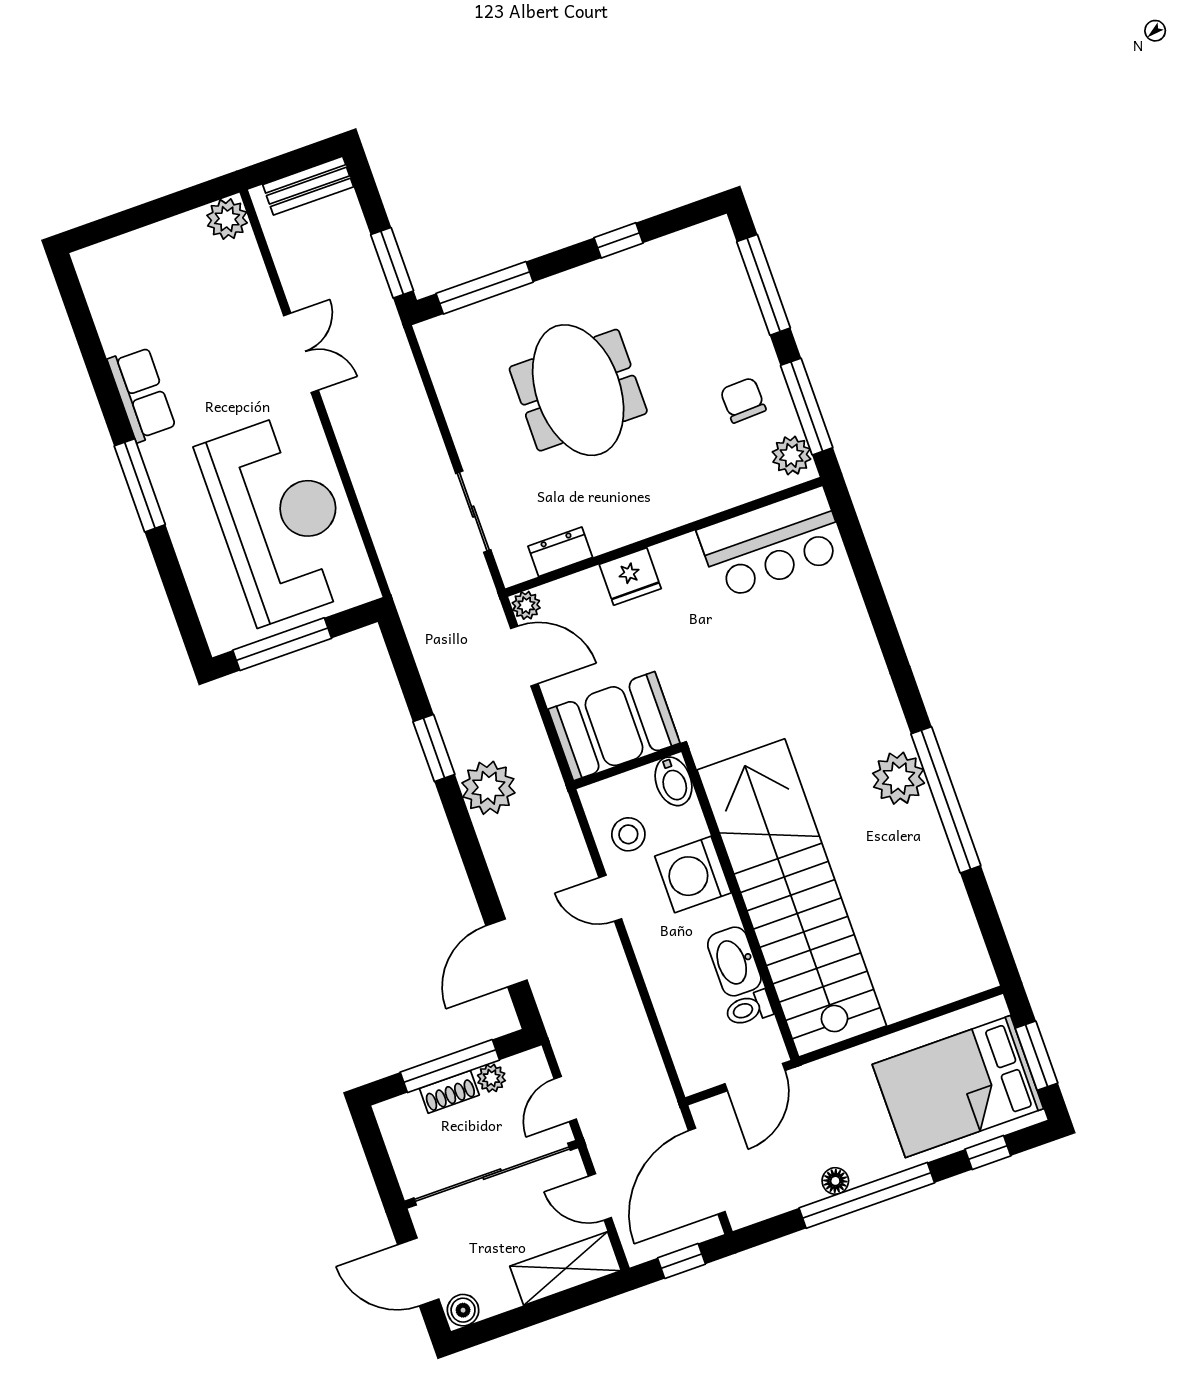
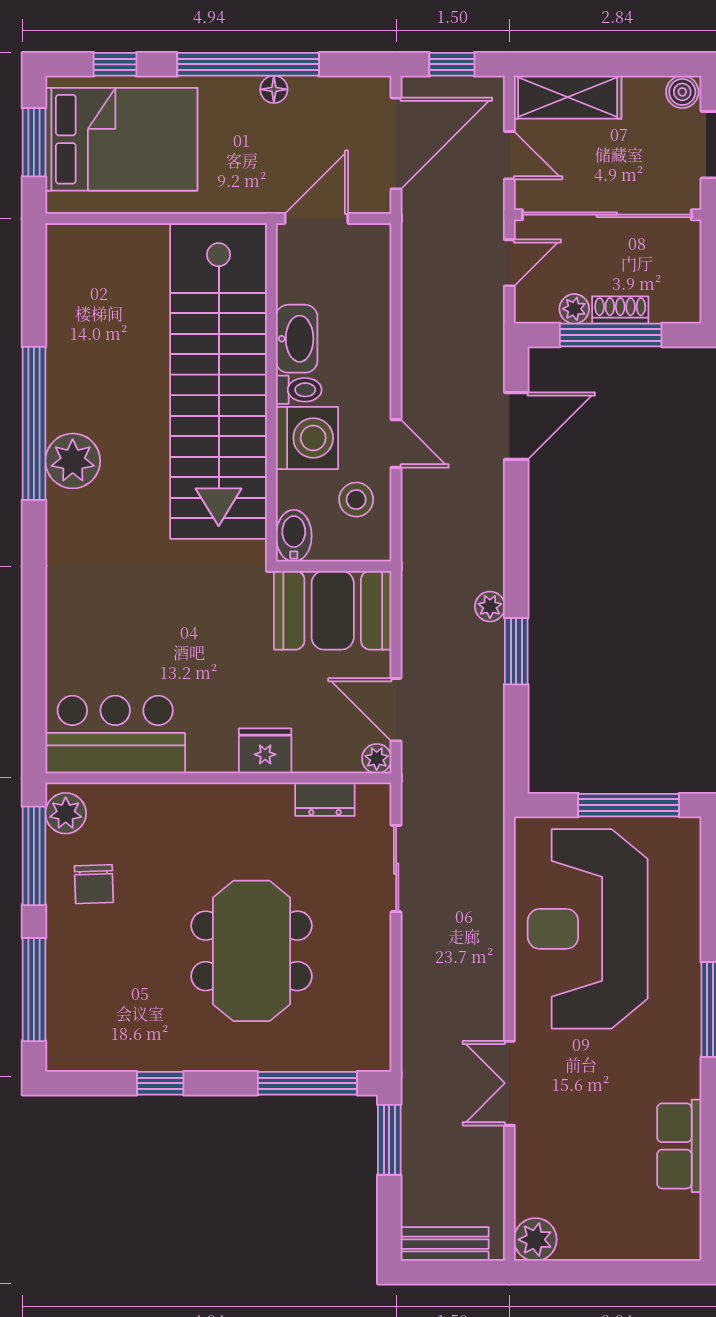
row of seats: (142, 394) -> (679, 1146), moved
plant: (488, 788) -> (490, 607), width x0.53, depth x0.53
toilet: (749, 1009) -> (299, 390), moved

